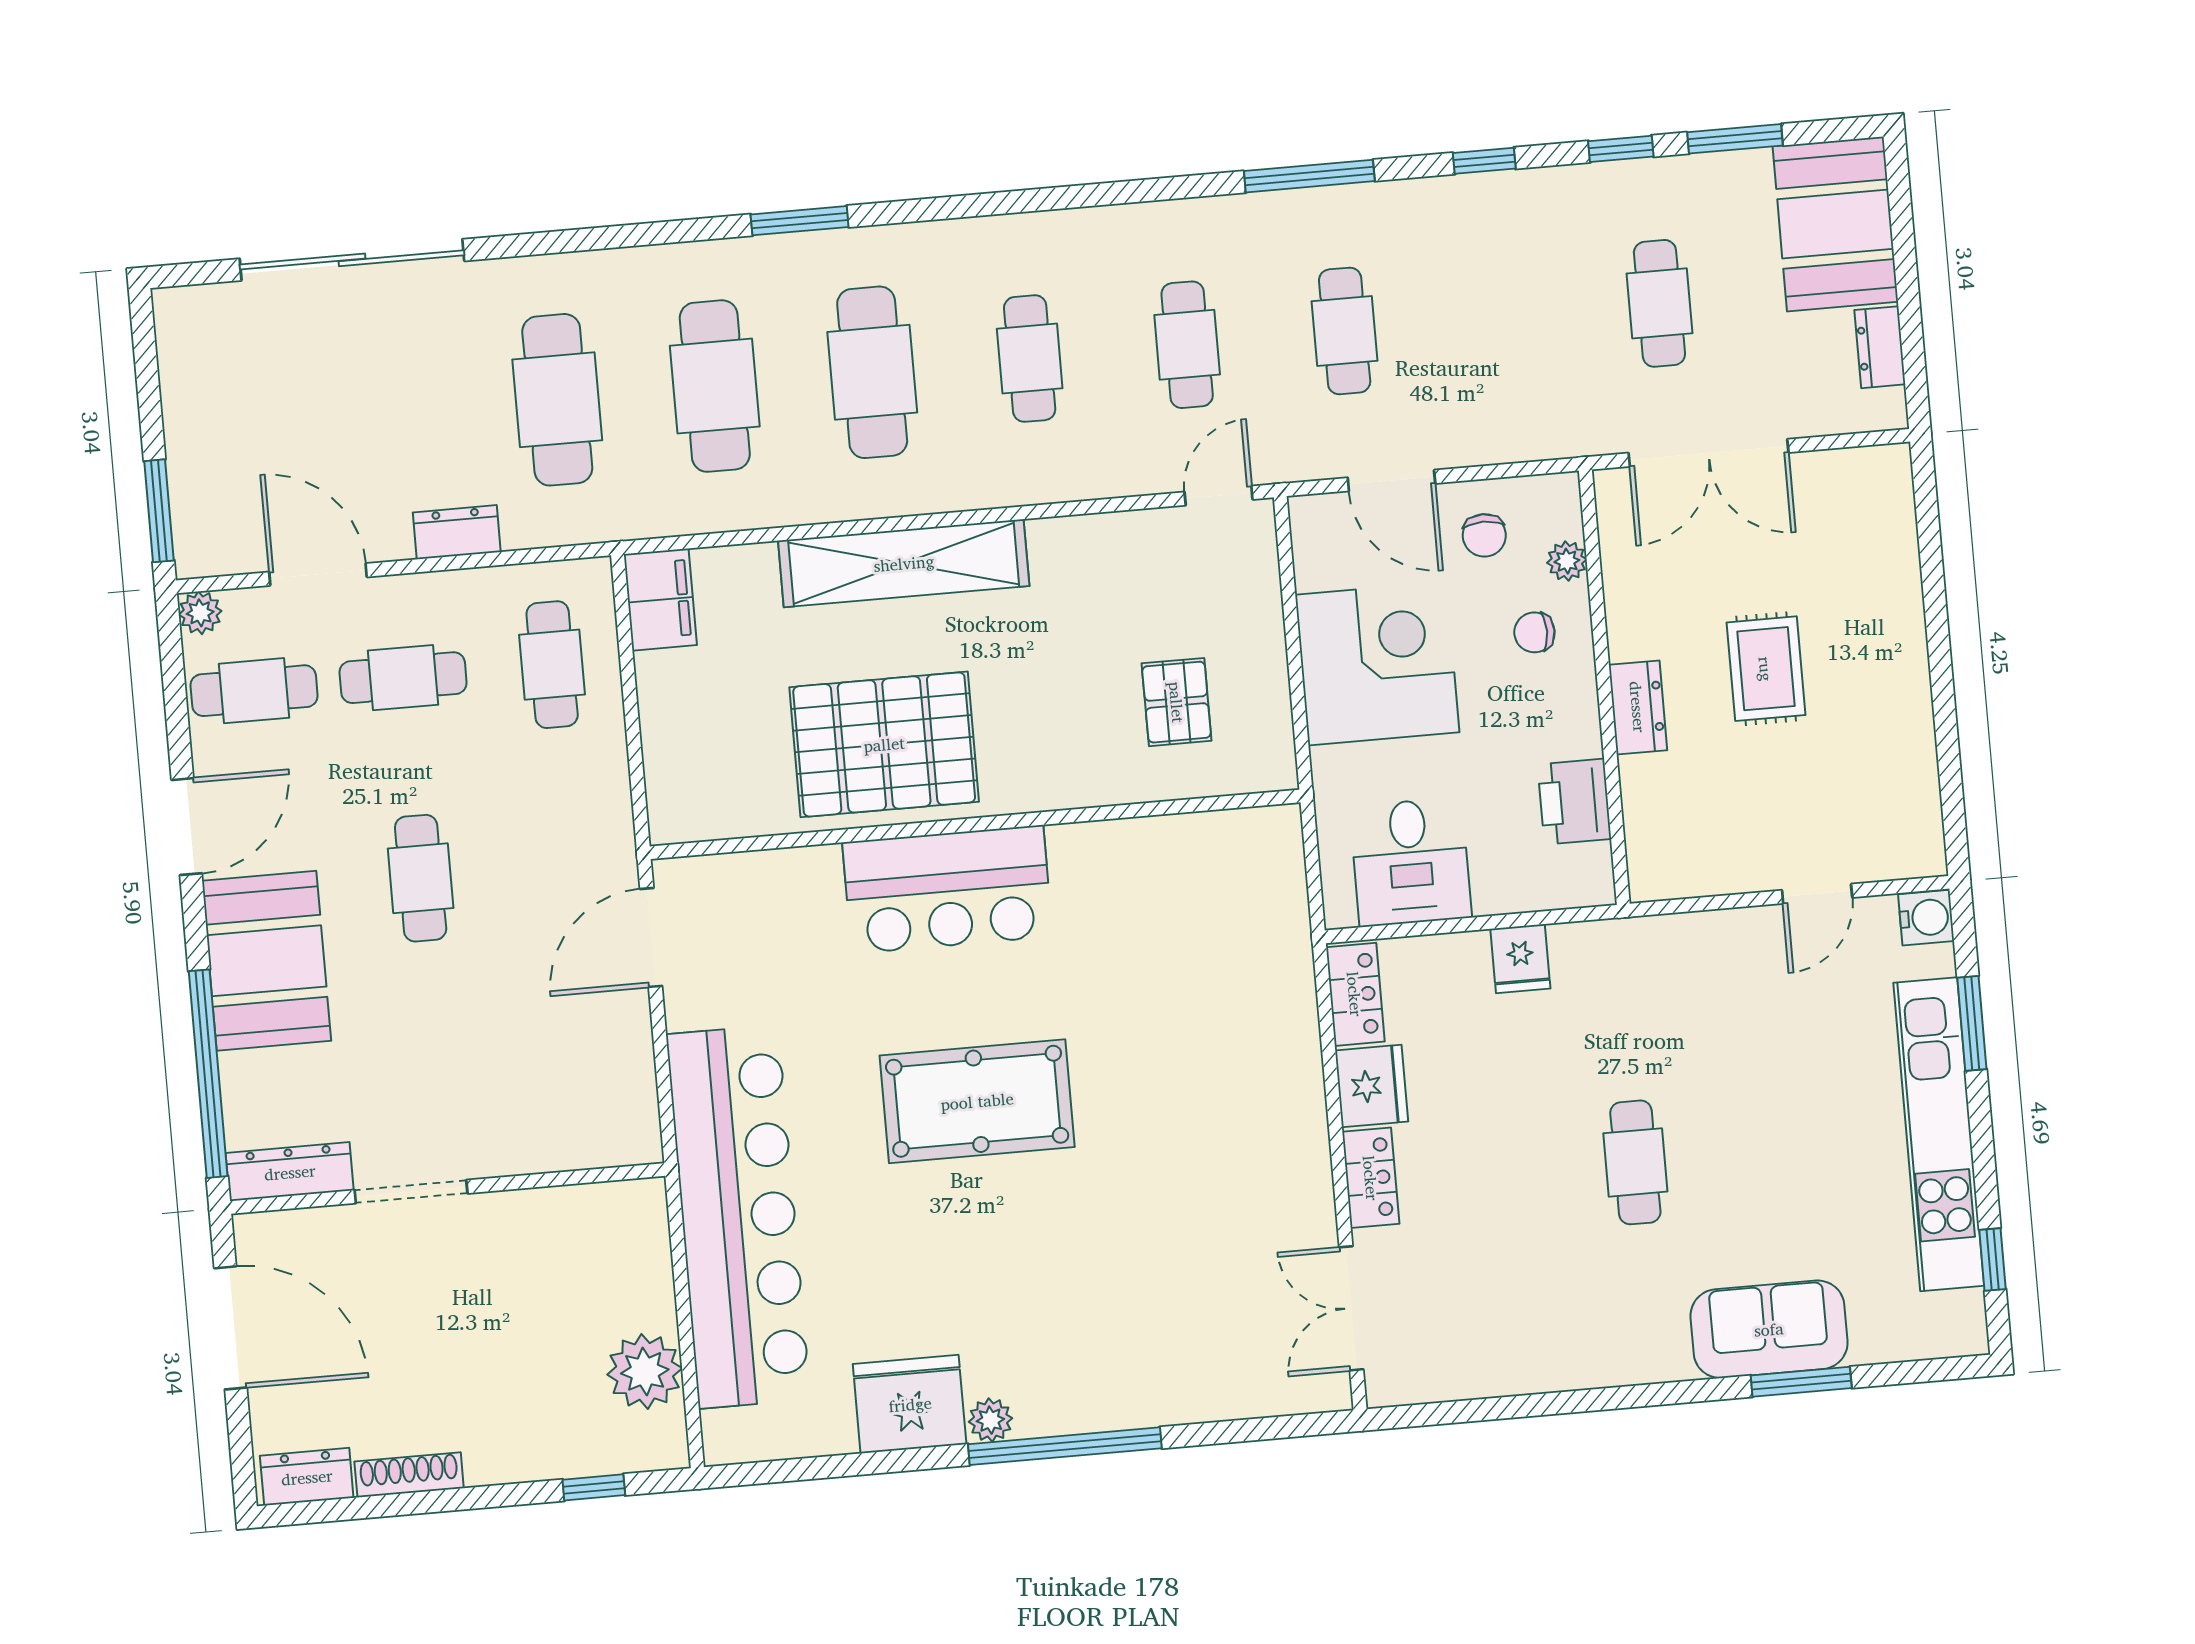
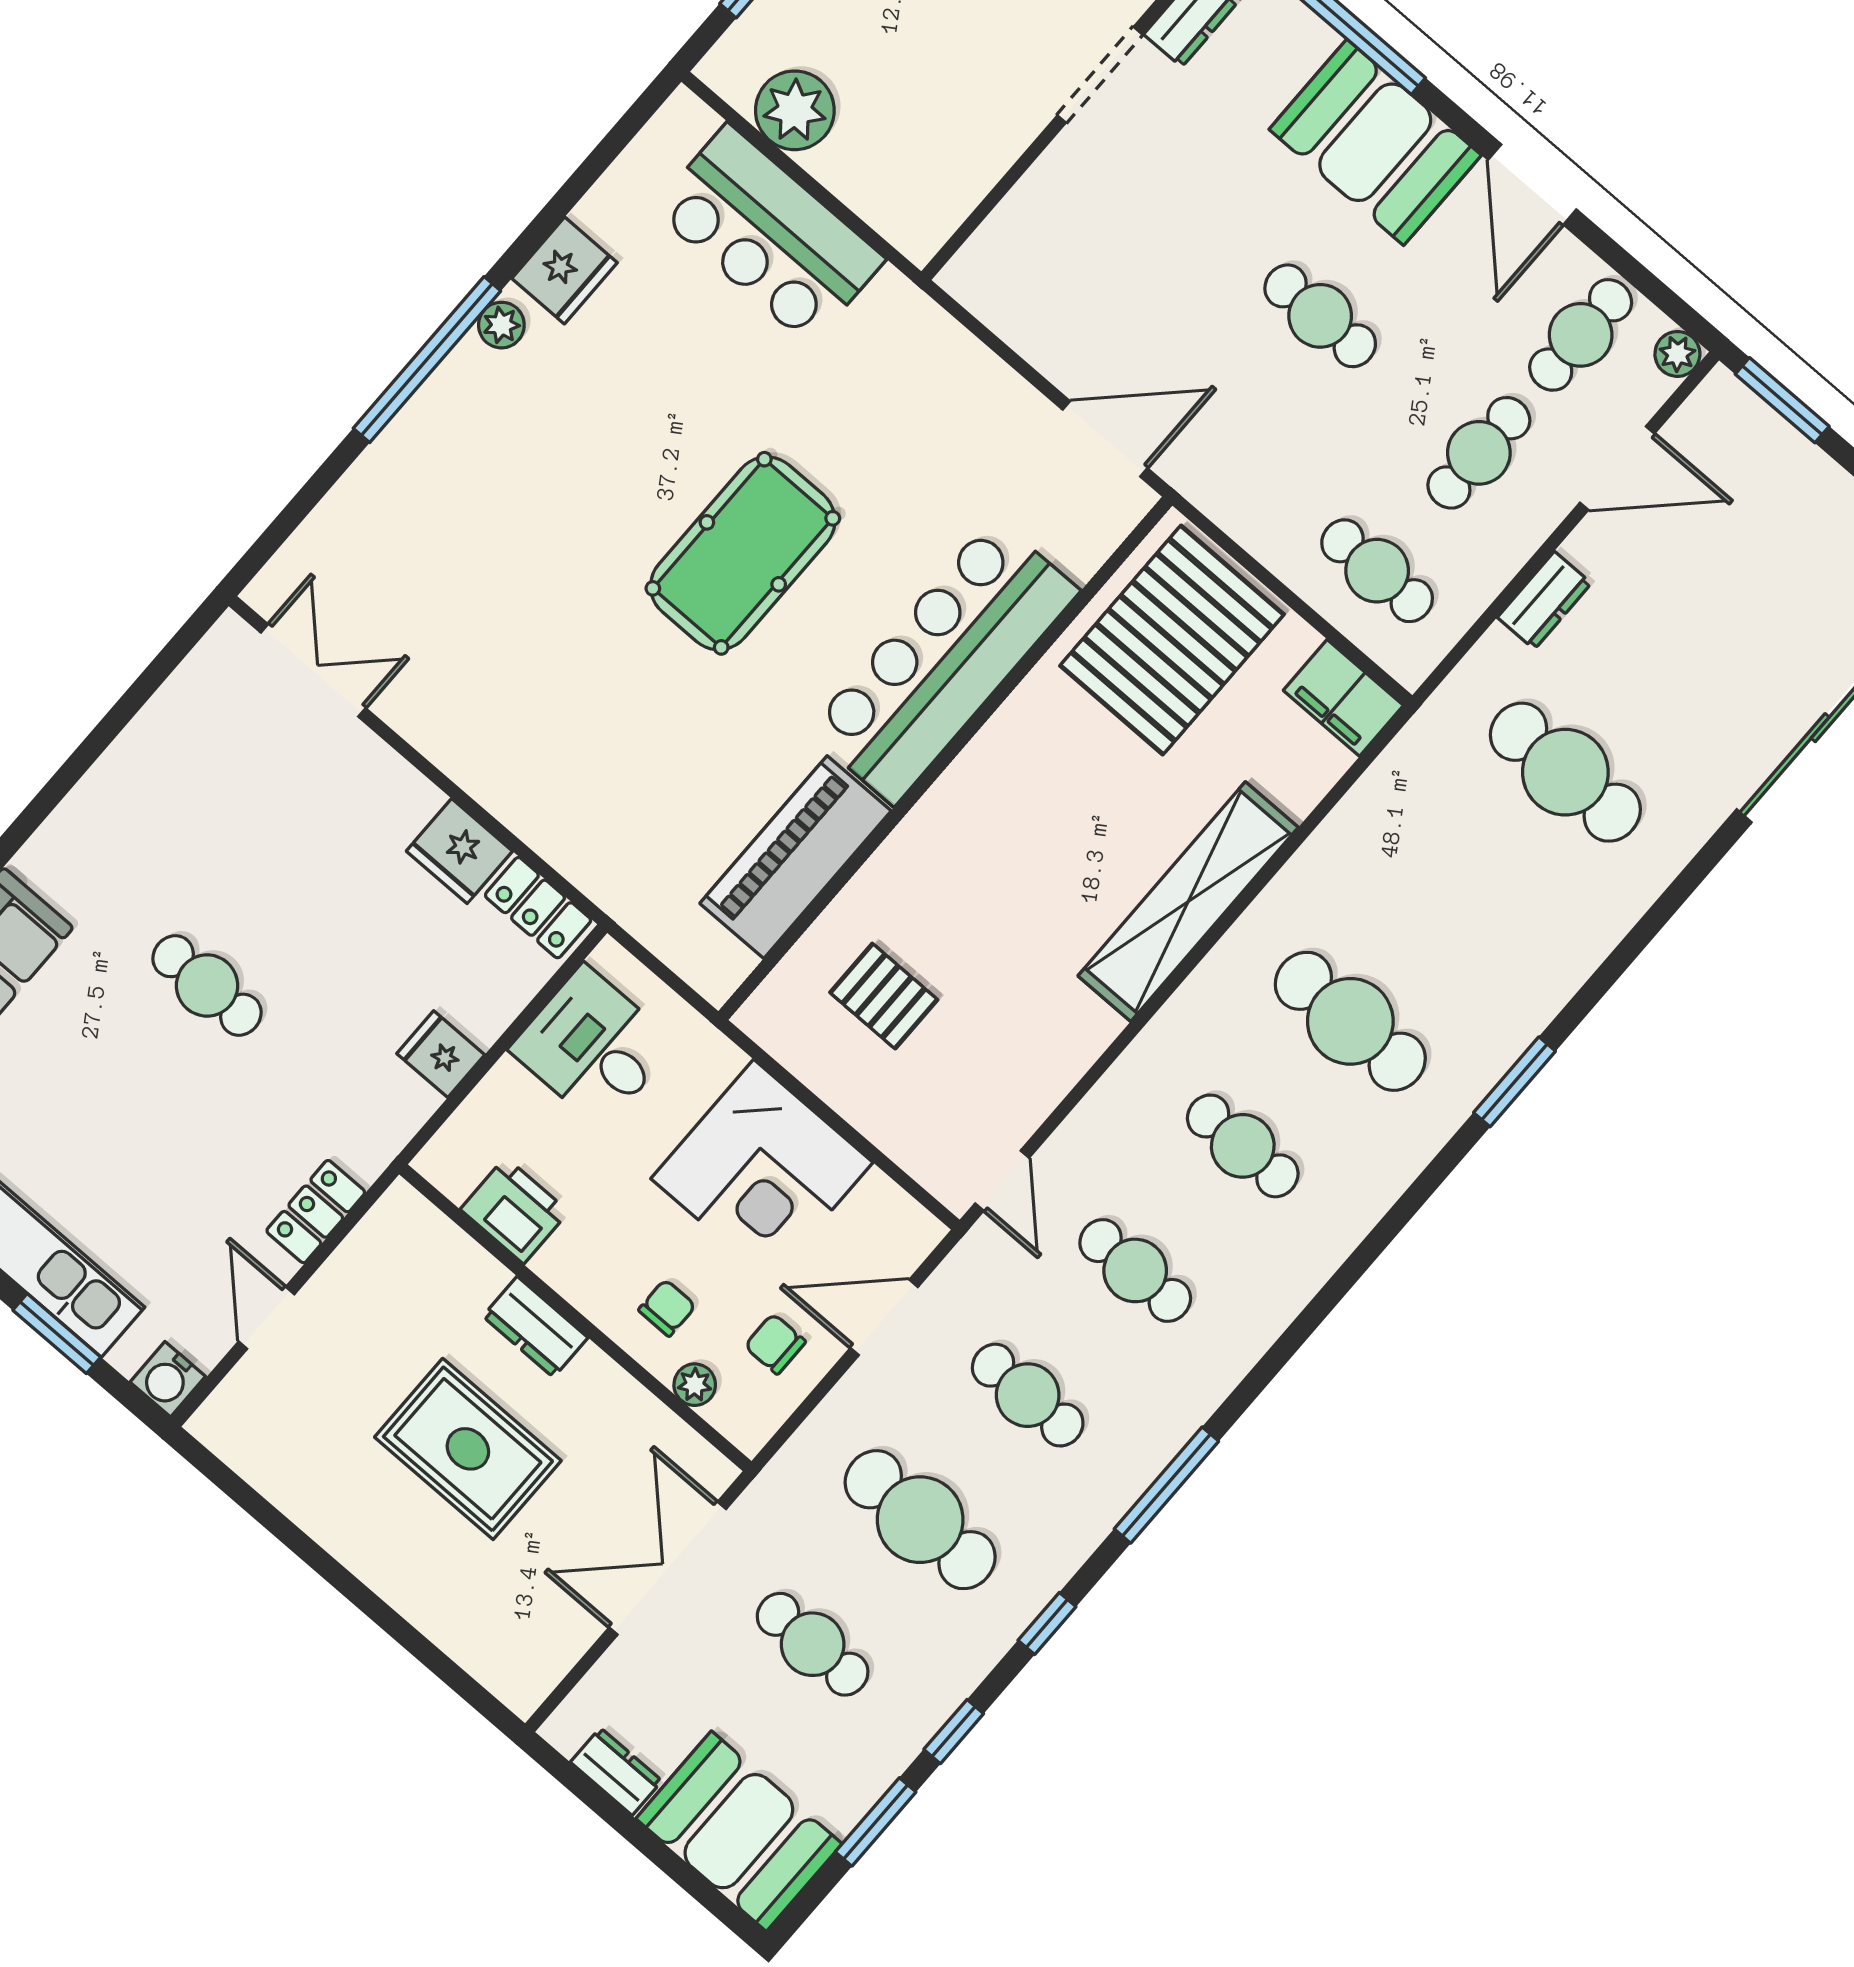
cafe table: (715, 386) -> (920, 1520), moved
rug: (1766, 669) -> (468, 1449), width x1.36, depth x1.43
pallet: (884, 744) -> (1172, 640), moved
piano: (1144, 857) -> (795, 857), added
bar counter: (948, 889) -> (944, 661), width x1.36
door: (651, 938) -> (1105, 439), hinge flipped
locker: (1371, 1178) -> (316, 1212), moved, turned 90
bar counter: (738, 1217) -> (769, 235), width x0.54
fridge: (910, 1404) -> (564, 271), width x0.73, depth x0.75

